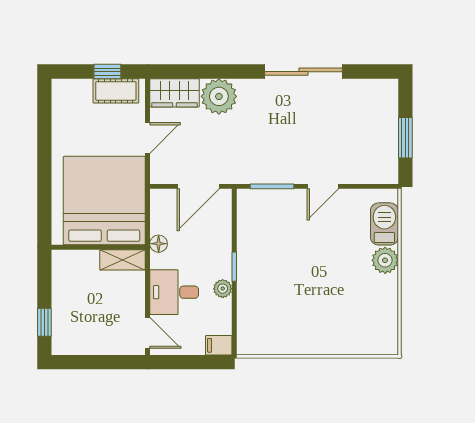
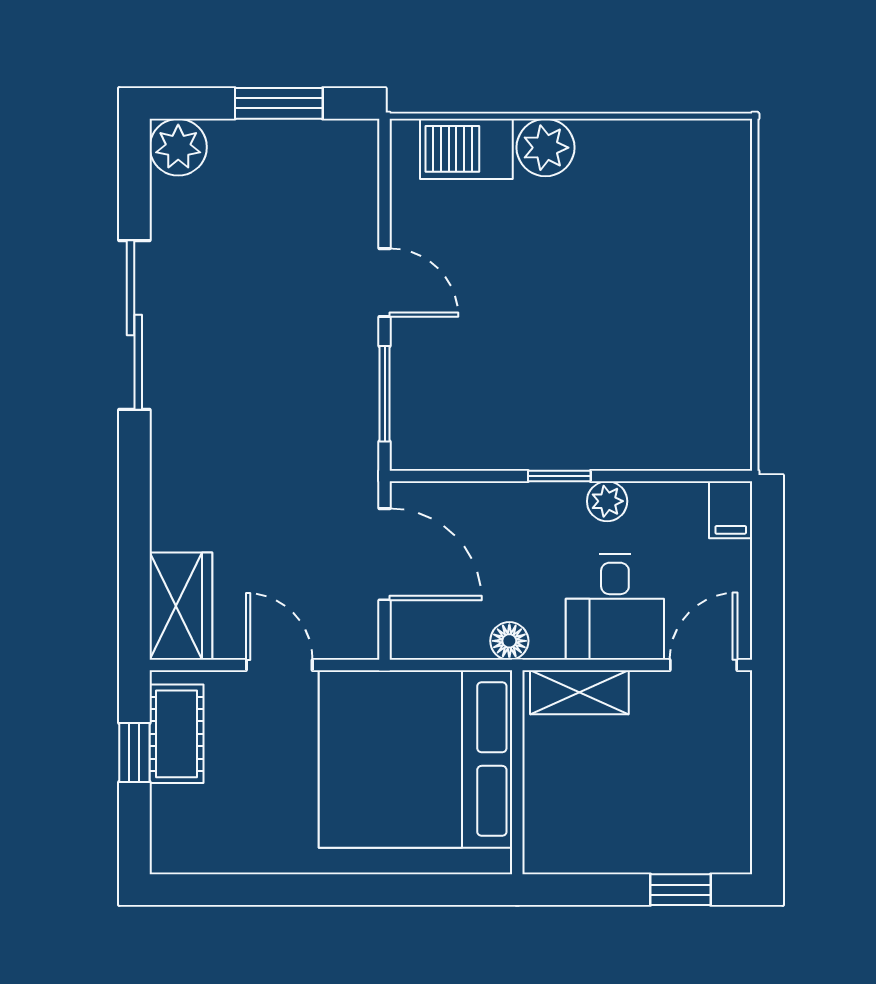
plant: (219, 96) -> (178, 147), moved, width x0.73, depth x0.73
shelving: (123, 260) -> (579, 692), moved, turned 90

